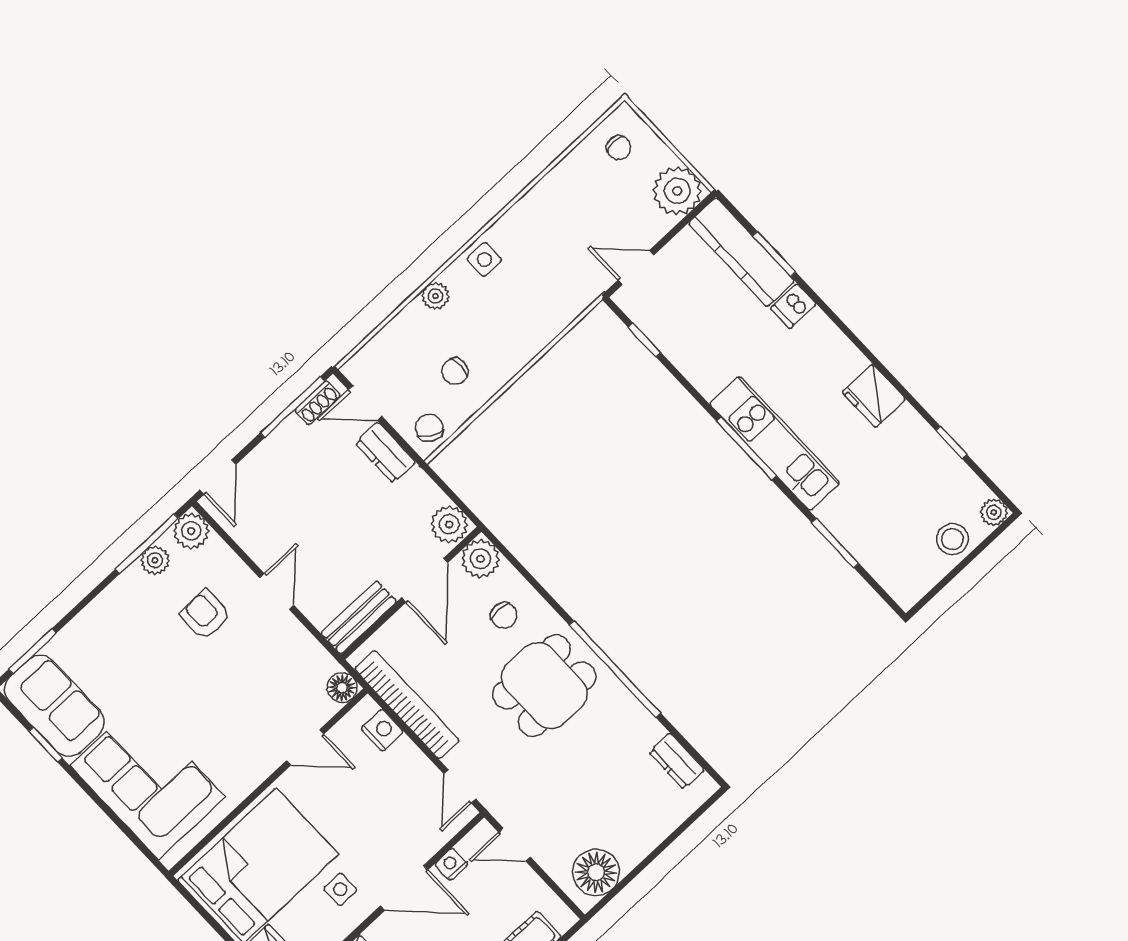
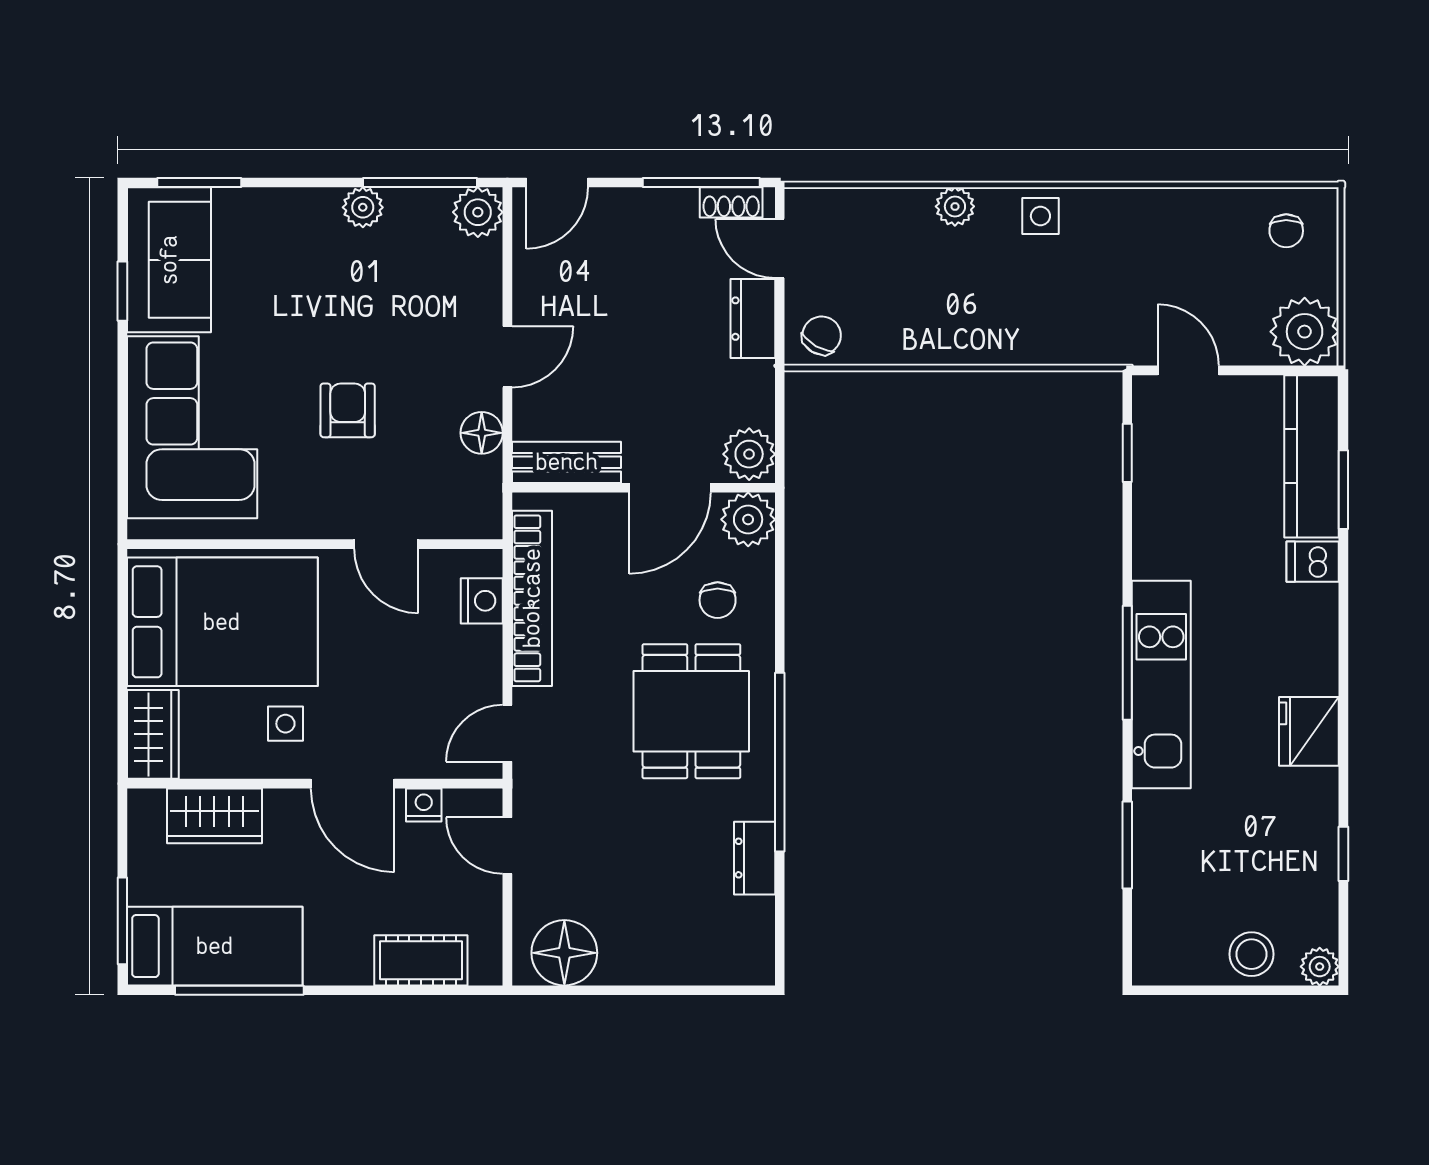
chair: (455, 371) -> (902, 302), removed
plant: (155, 560) -> (363, 207), moved
armchair: (205, 615) -> (348, 410), moved
dining table: (544, 686) -> (691, 711), turned 90
floor lamp: (342, 688) -> (482, 433), moved
dresser: (677, 761) -> (755, 858), moved

